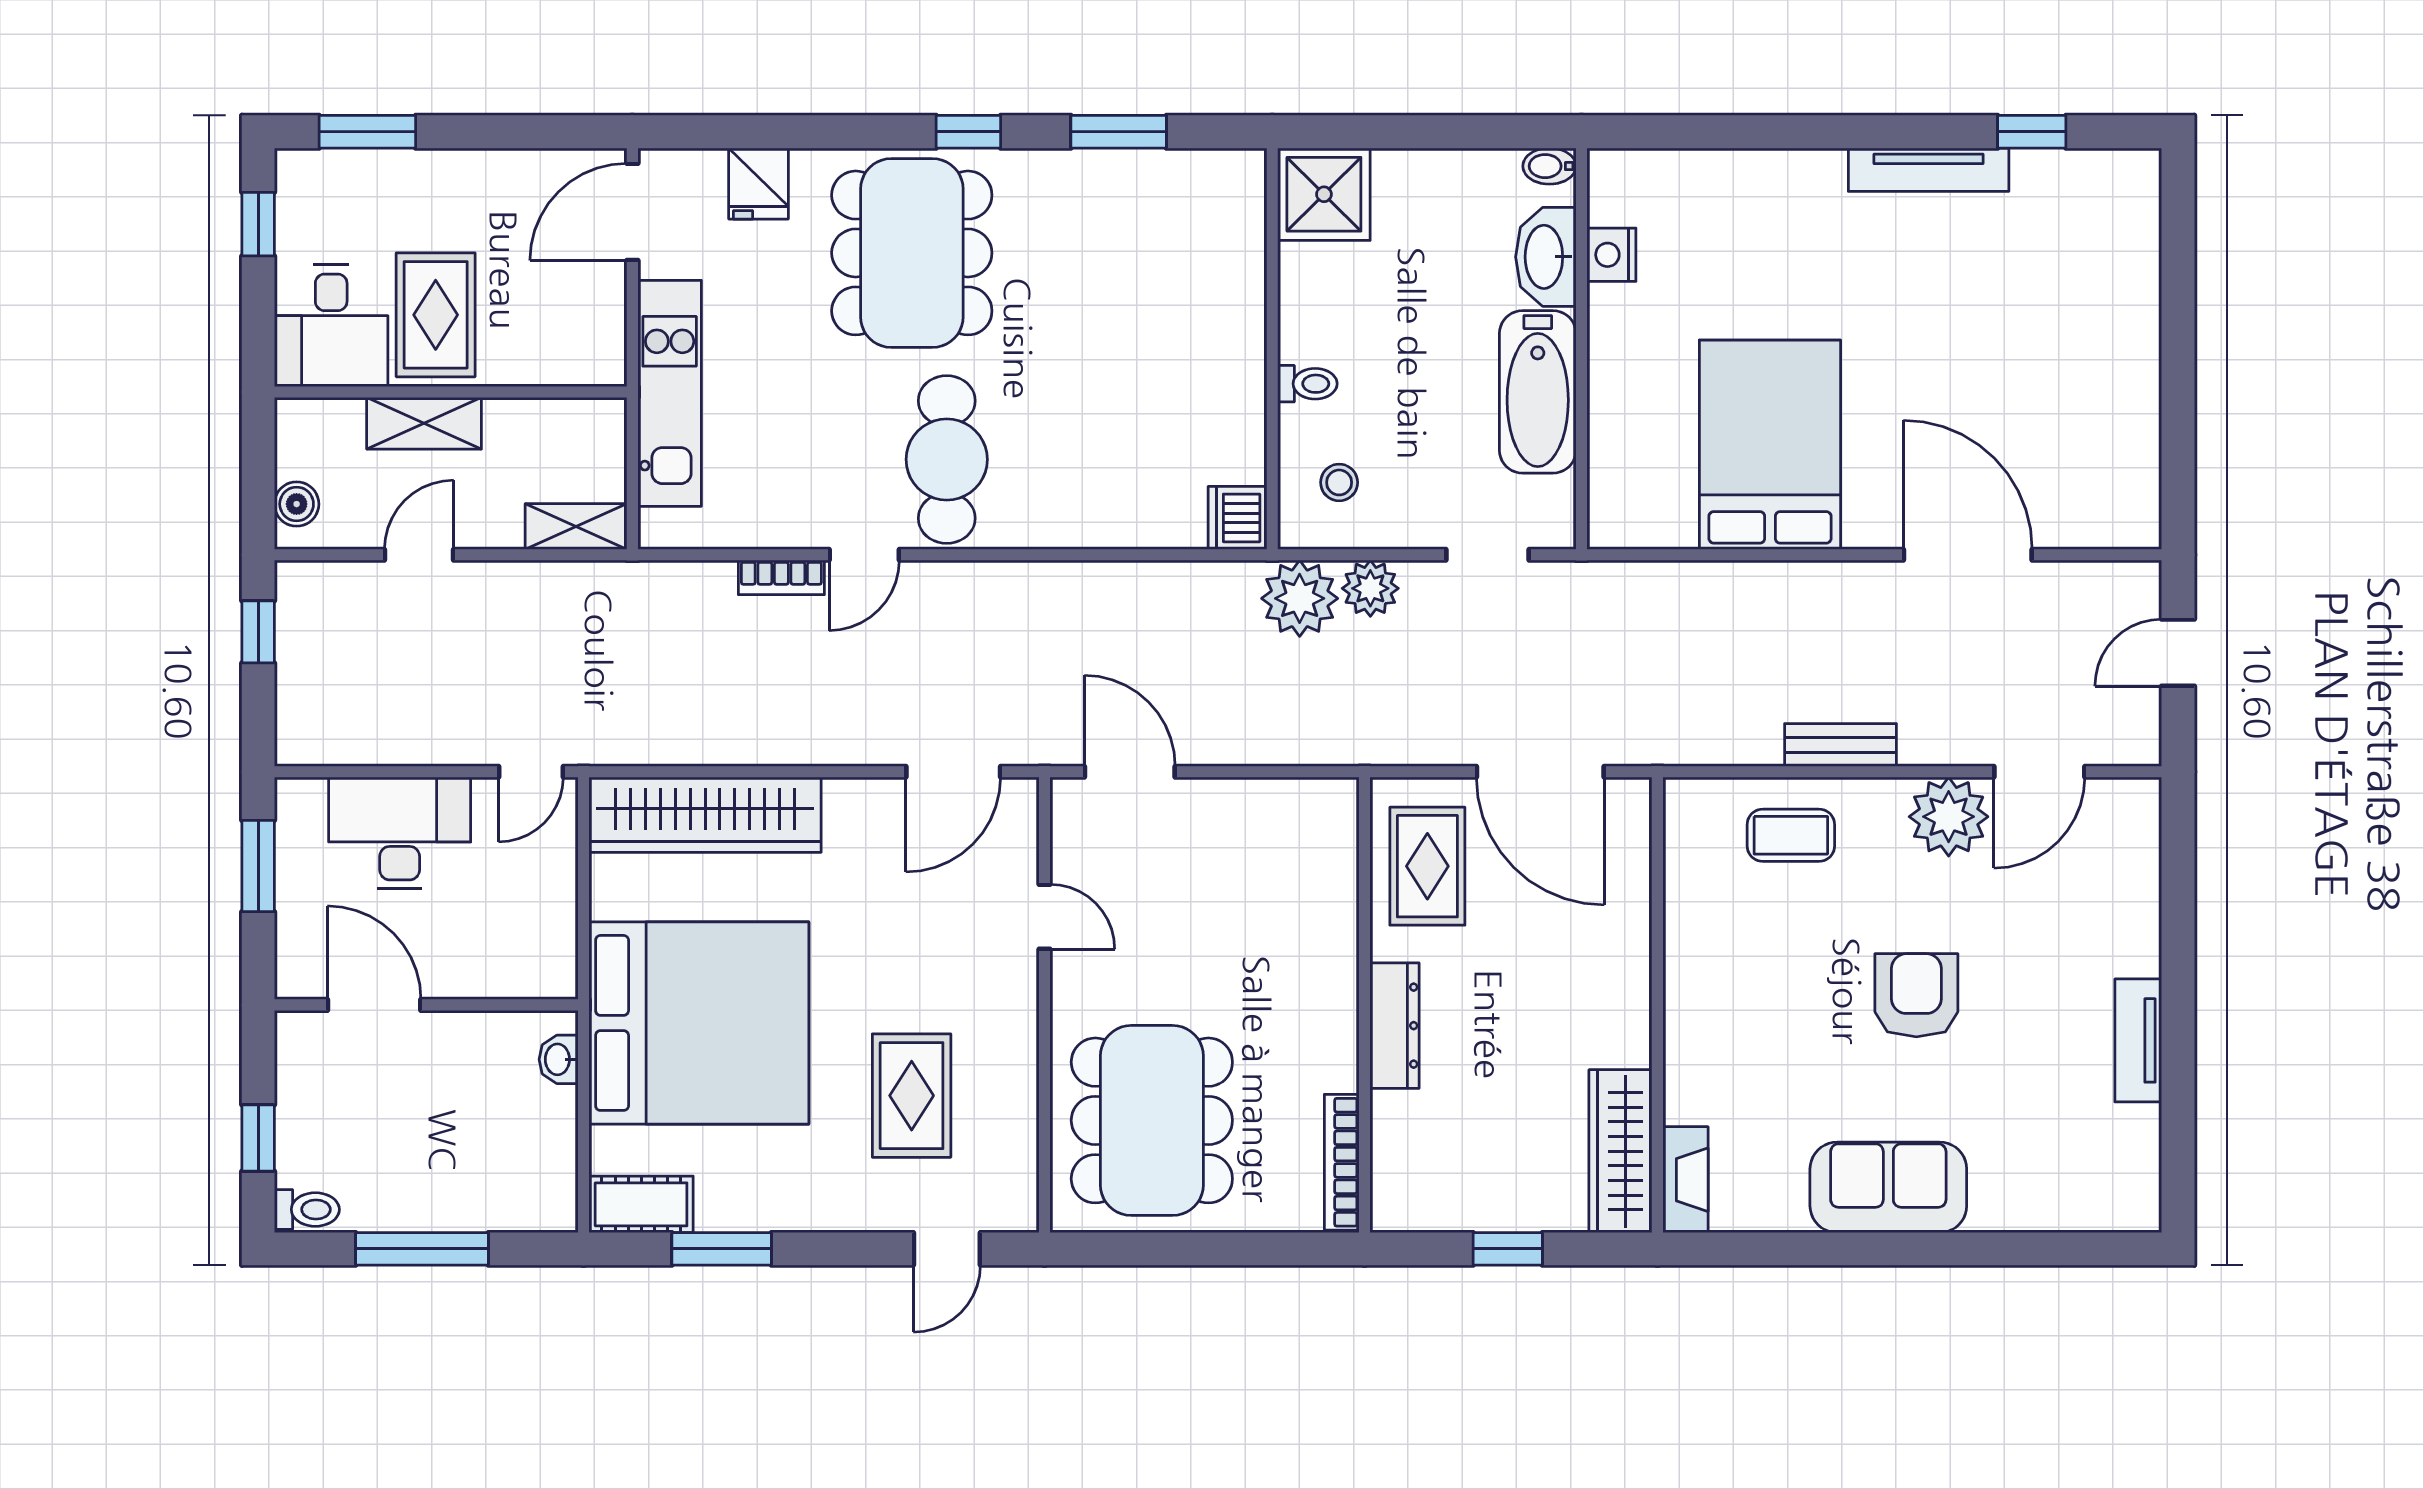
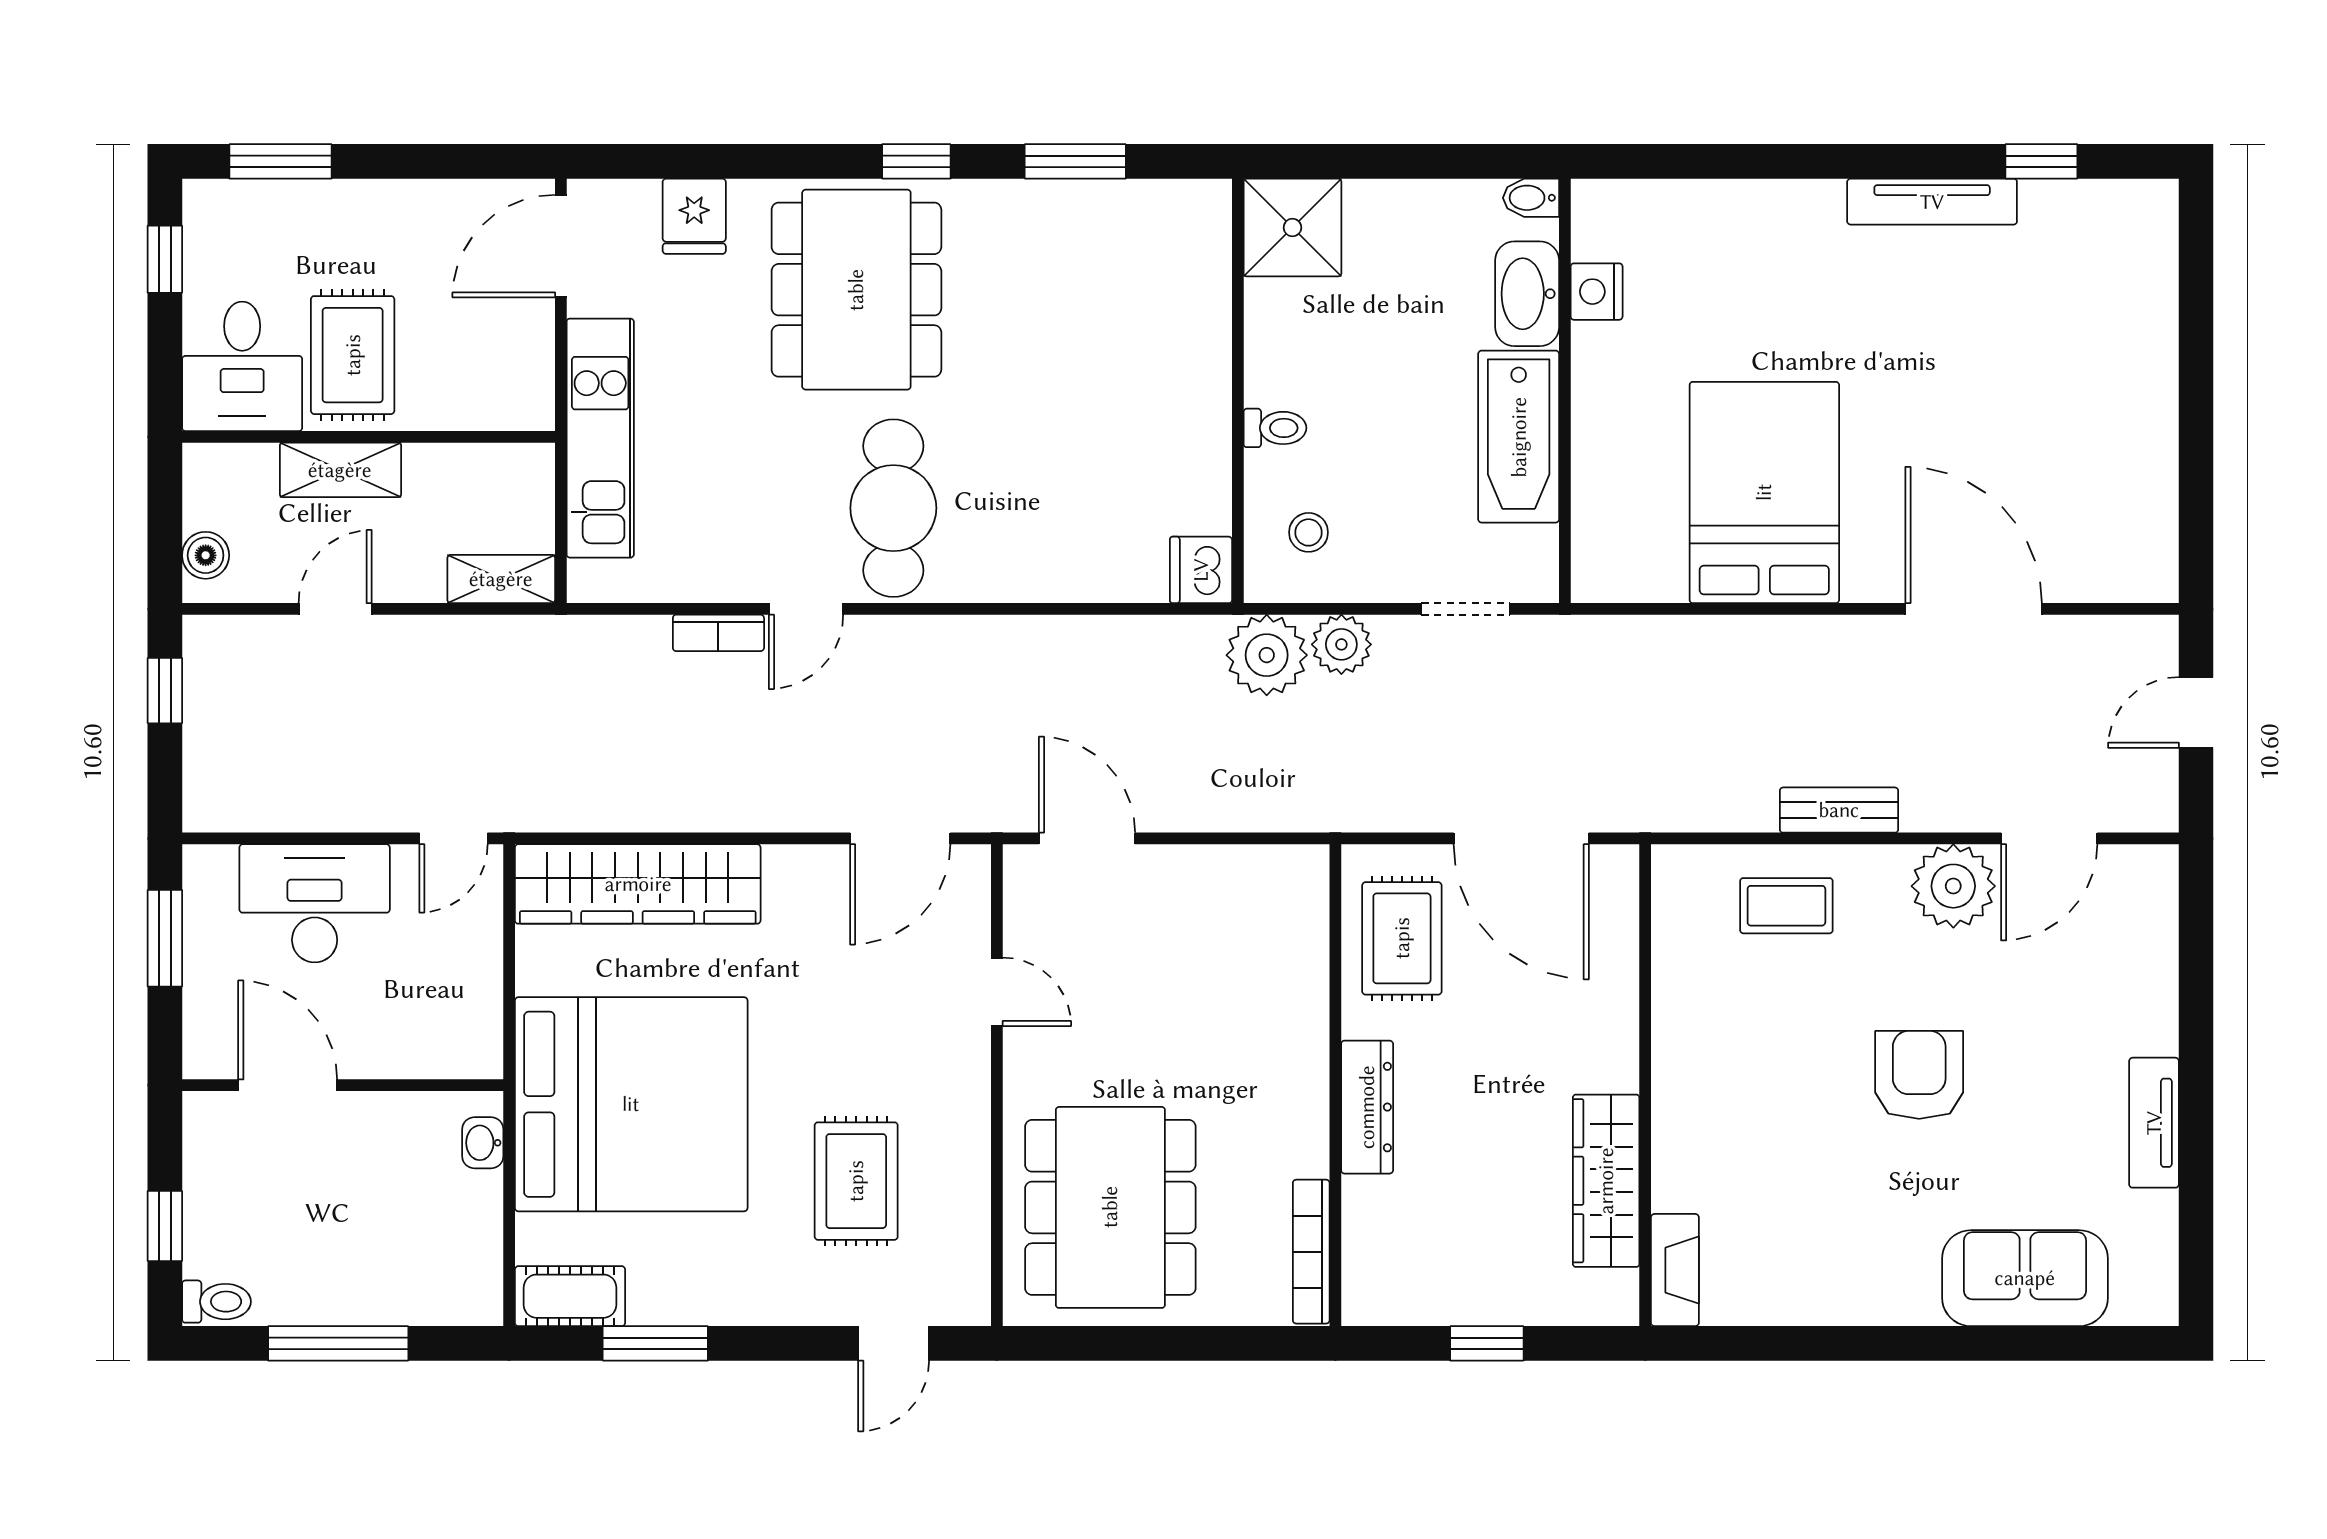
wardrobe: (1620, 1151) -> (1606, 1181), moved
sofa: (1888, 1187) -> (2025, 1278), moved

